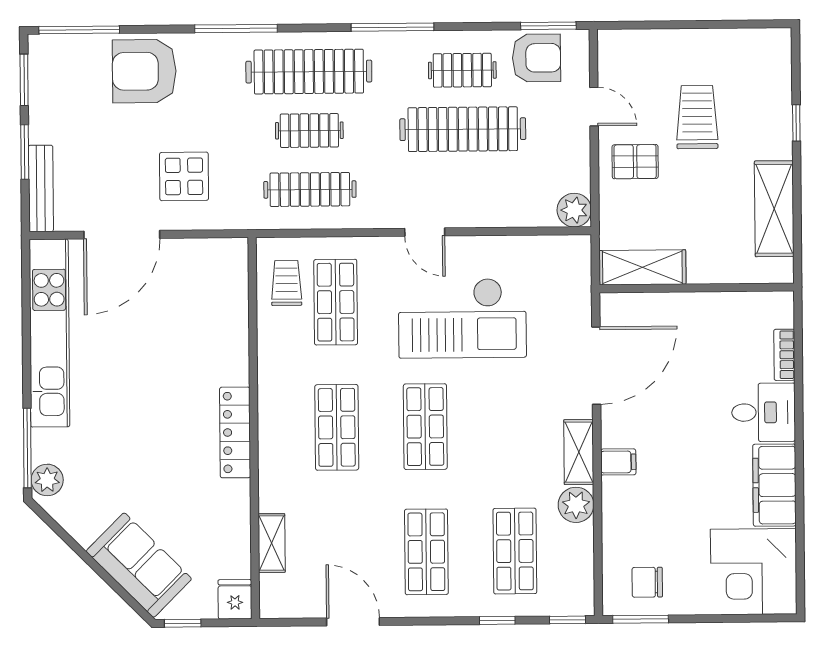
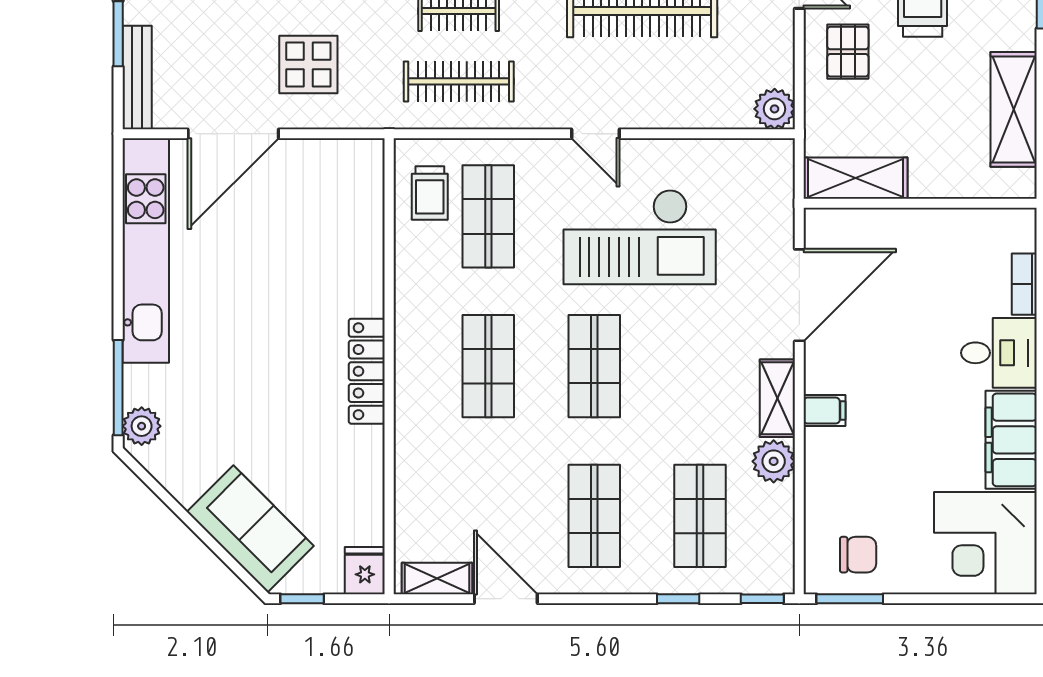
pallet: (635, 162) -> (848, 52), turned 90
trolley: (287, 283) -> (430, 193), turned 180
shelving: (272, 543) -> (437, 579), moved, turned 90
chair: (647, 582) -> (858, 555), turned 180

